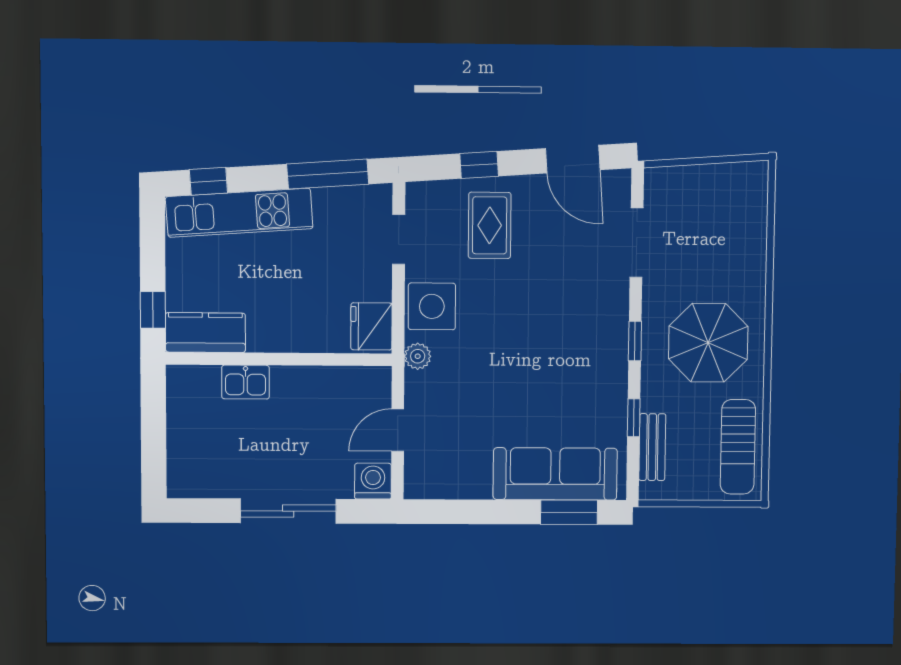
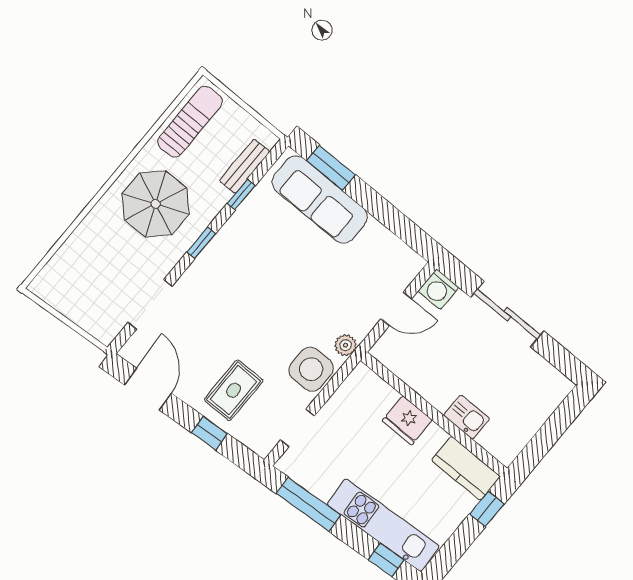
fridge: (371, 326) -> (407, 420), moved, turned 90

